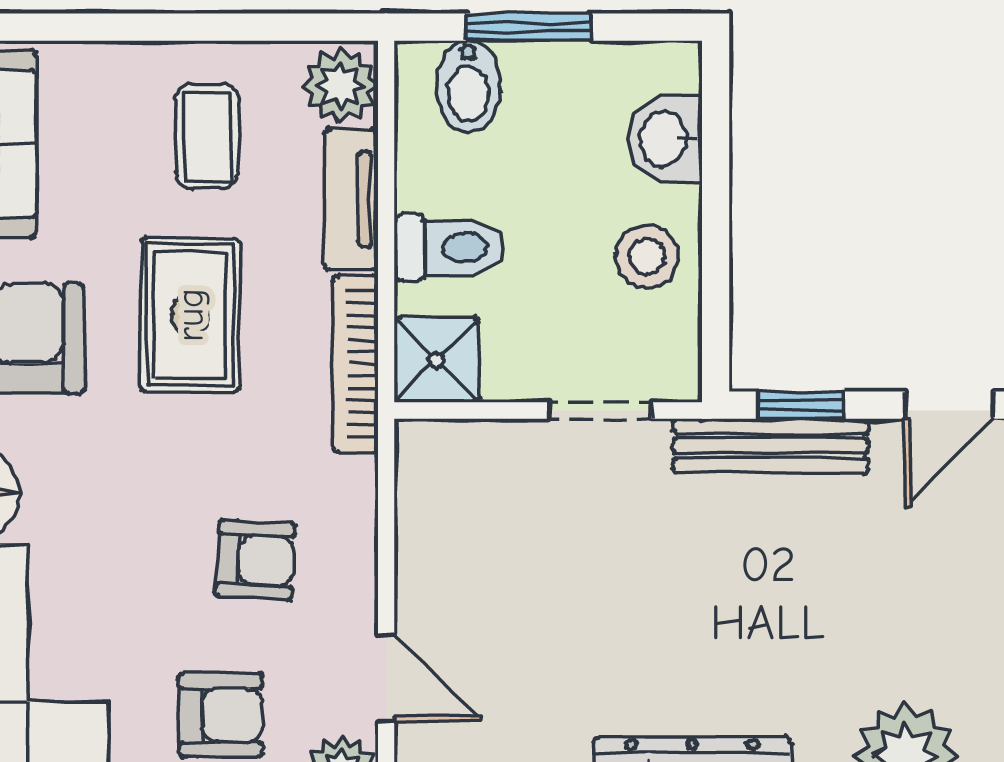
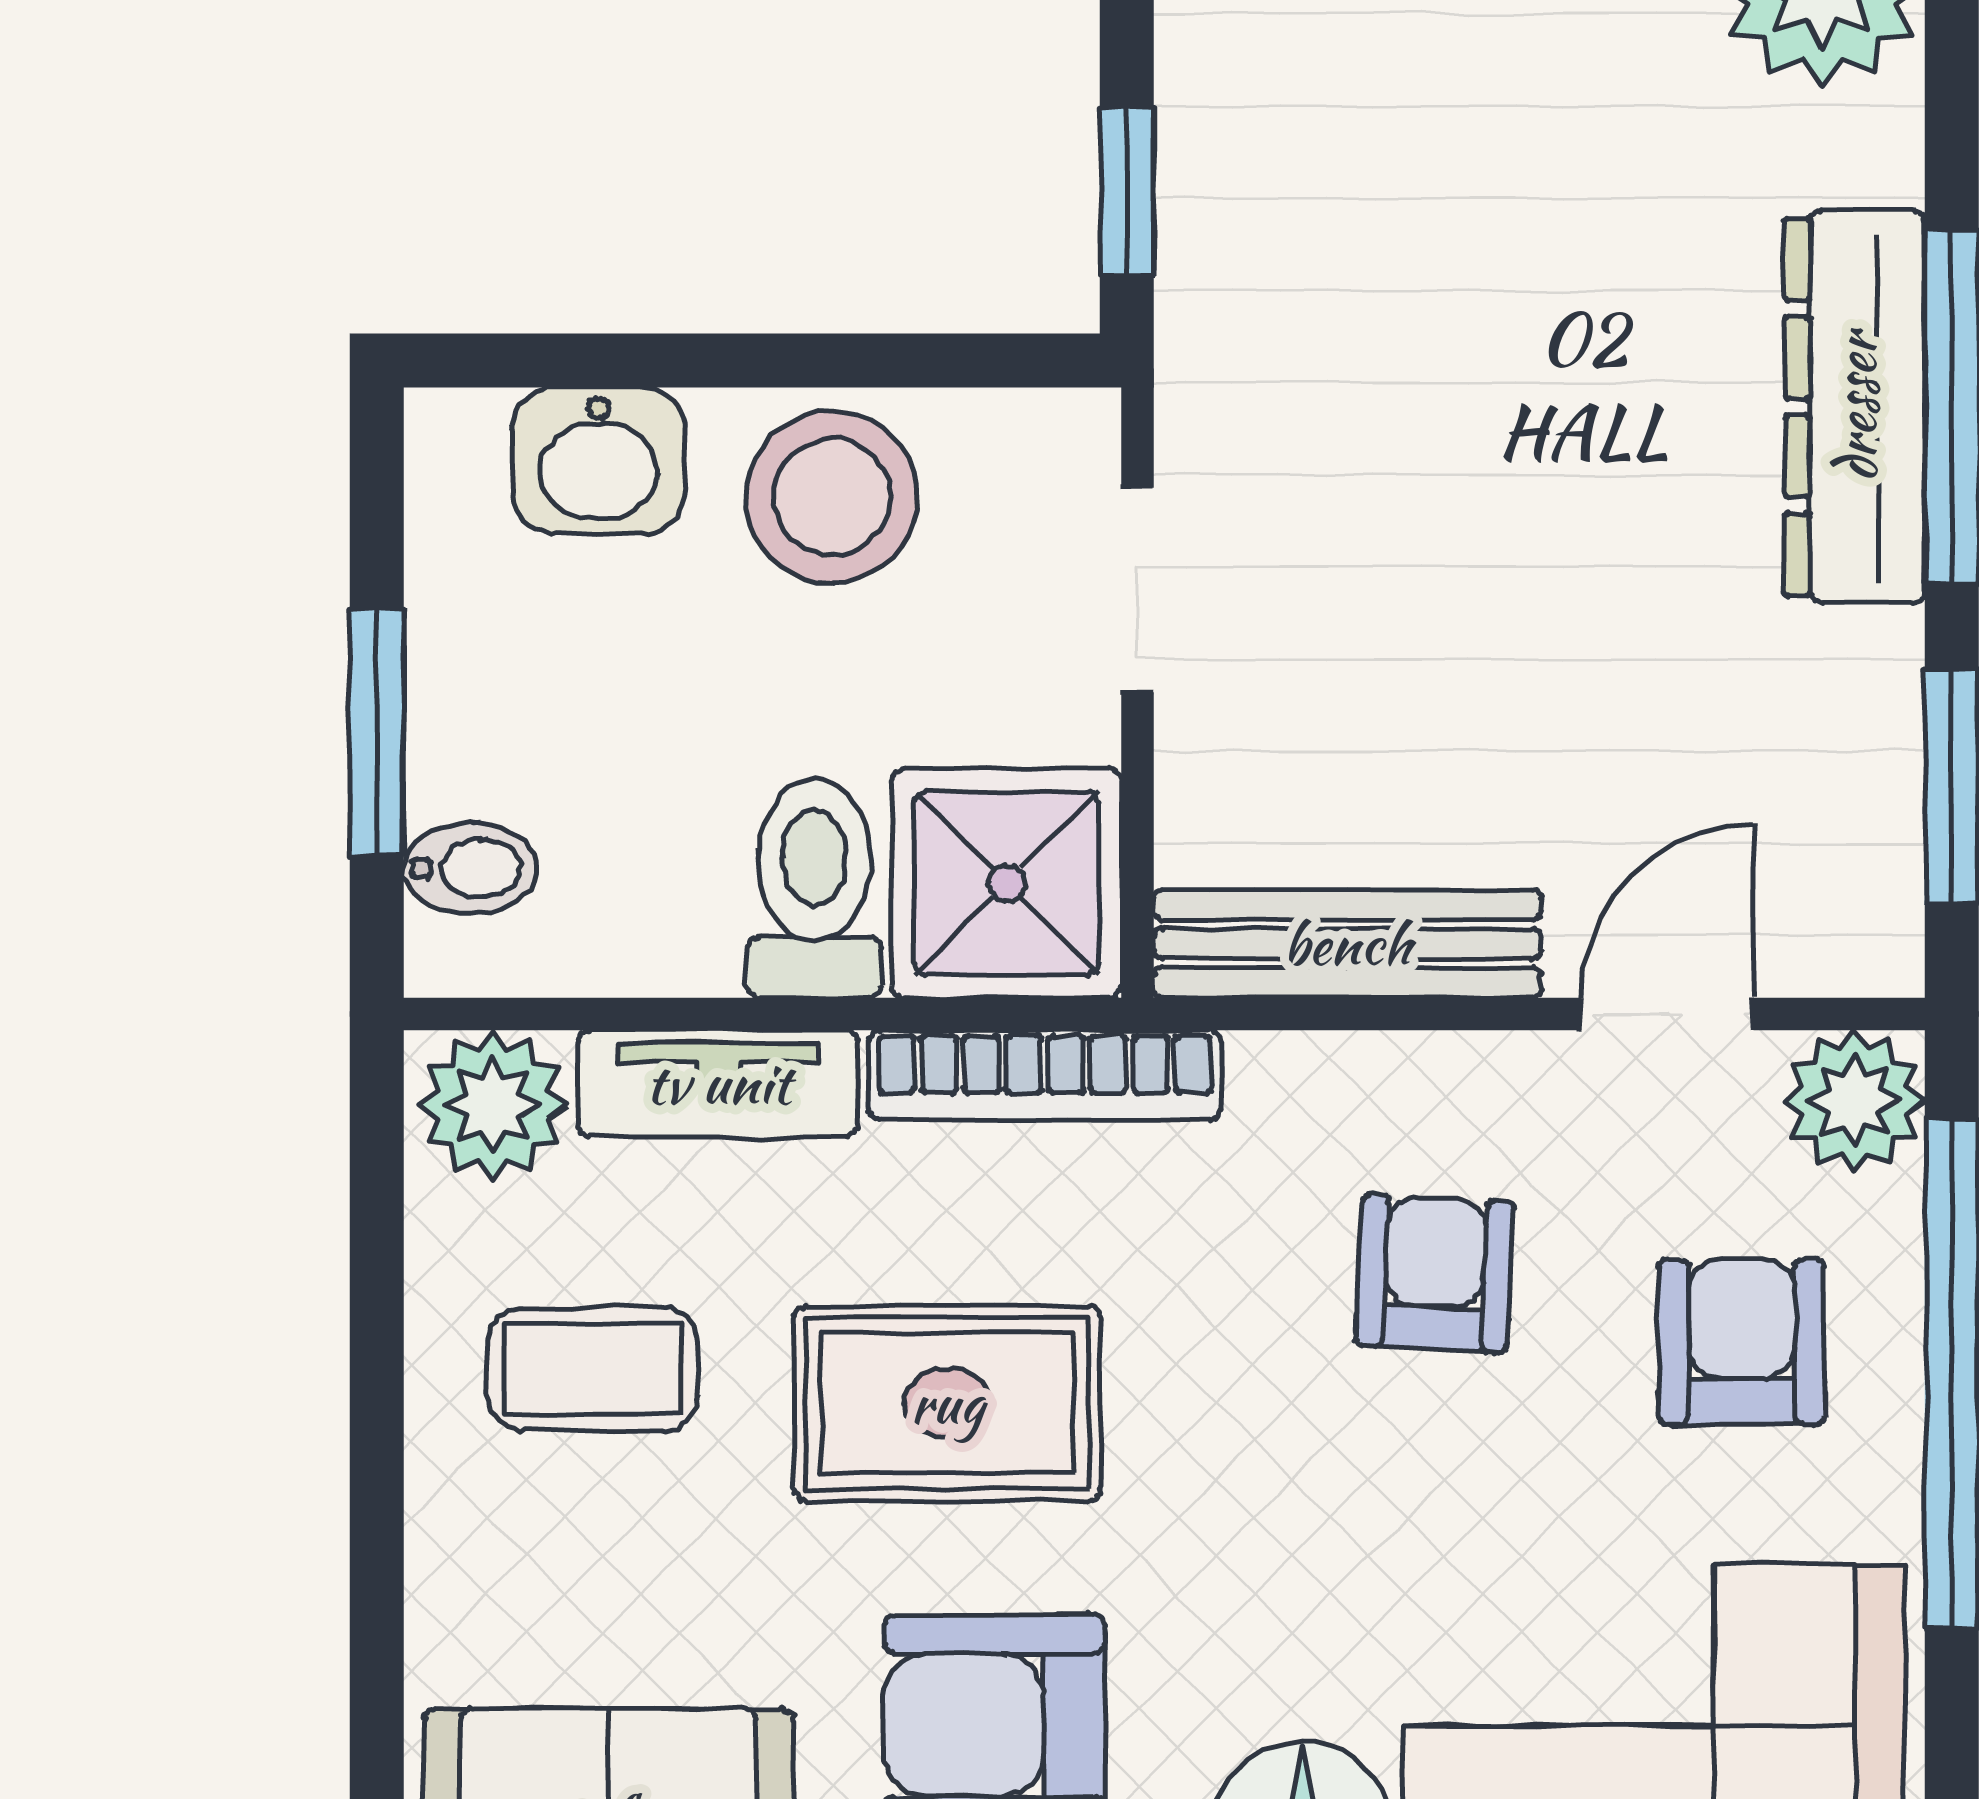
bidet: (468, 86) -> (470, 868), width x0.72, depth x0.74
stool: (647, 257) -> (832, 497), width x1.38, depth x1.38
shower: (437, 360) -> (1007, 883), width x1.36, depth x1.36
bench: (771, 446) -> (1347, 944), moved, turned 90

